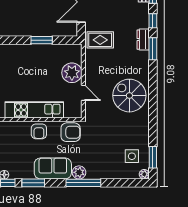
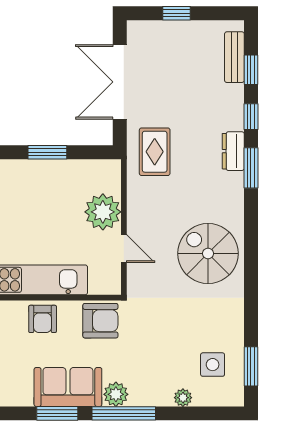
rug: (100, 40) -> (155, 152), turned 90
plant: (144, 174) -> (183, 398), moved
window: (33, 183) -> (57, 413), moved

